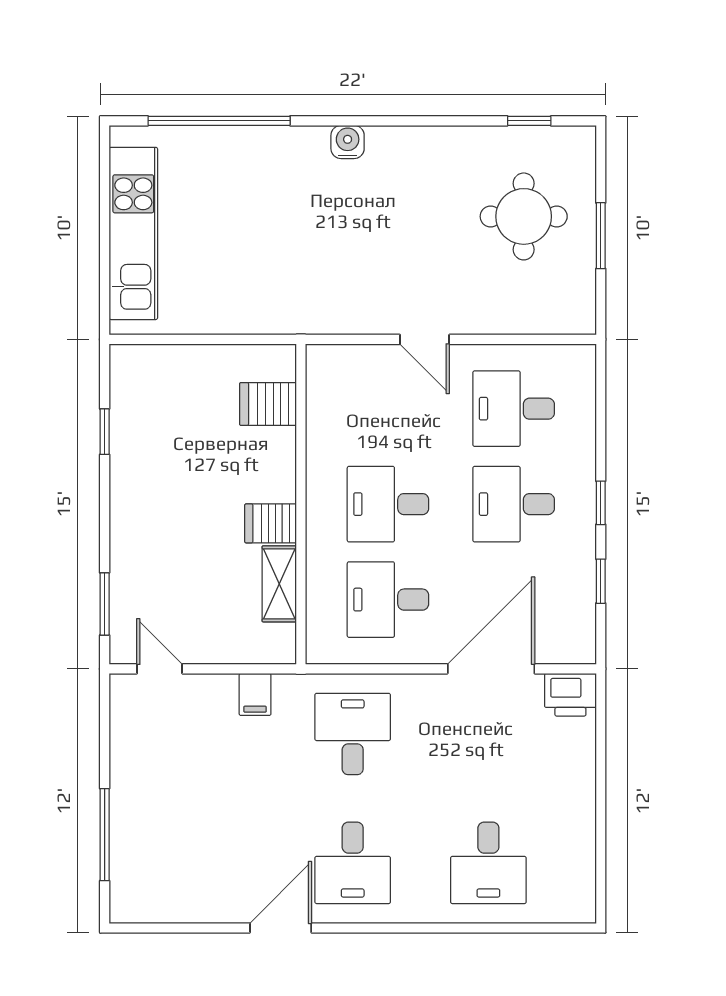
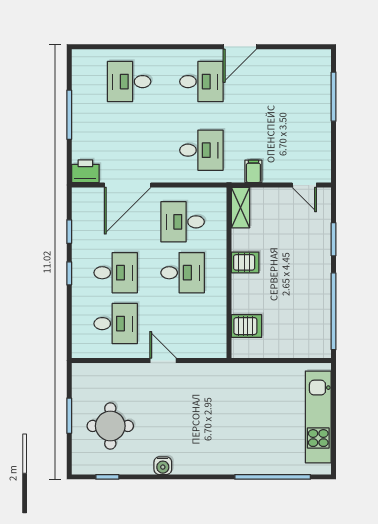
water cooler: (348, 142) -> (163, 466), moved
window: (105, 432) -> (334, 311), width x3.17
shelving: (279, 584) -> (240, 208), moved
desk: (388, 600) -> (183, 222), turned 180
window: (105, 604) -> (334, 239), moved
desk: (353, 734) -> (201, 150), turned -90
window: (601, 801) -> (69, 115), added
desk: (353, 863) -> (201, 82), turned 90
desk: (488, 863) -> (129, 82), turned -90

